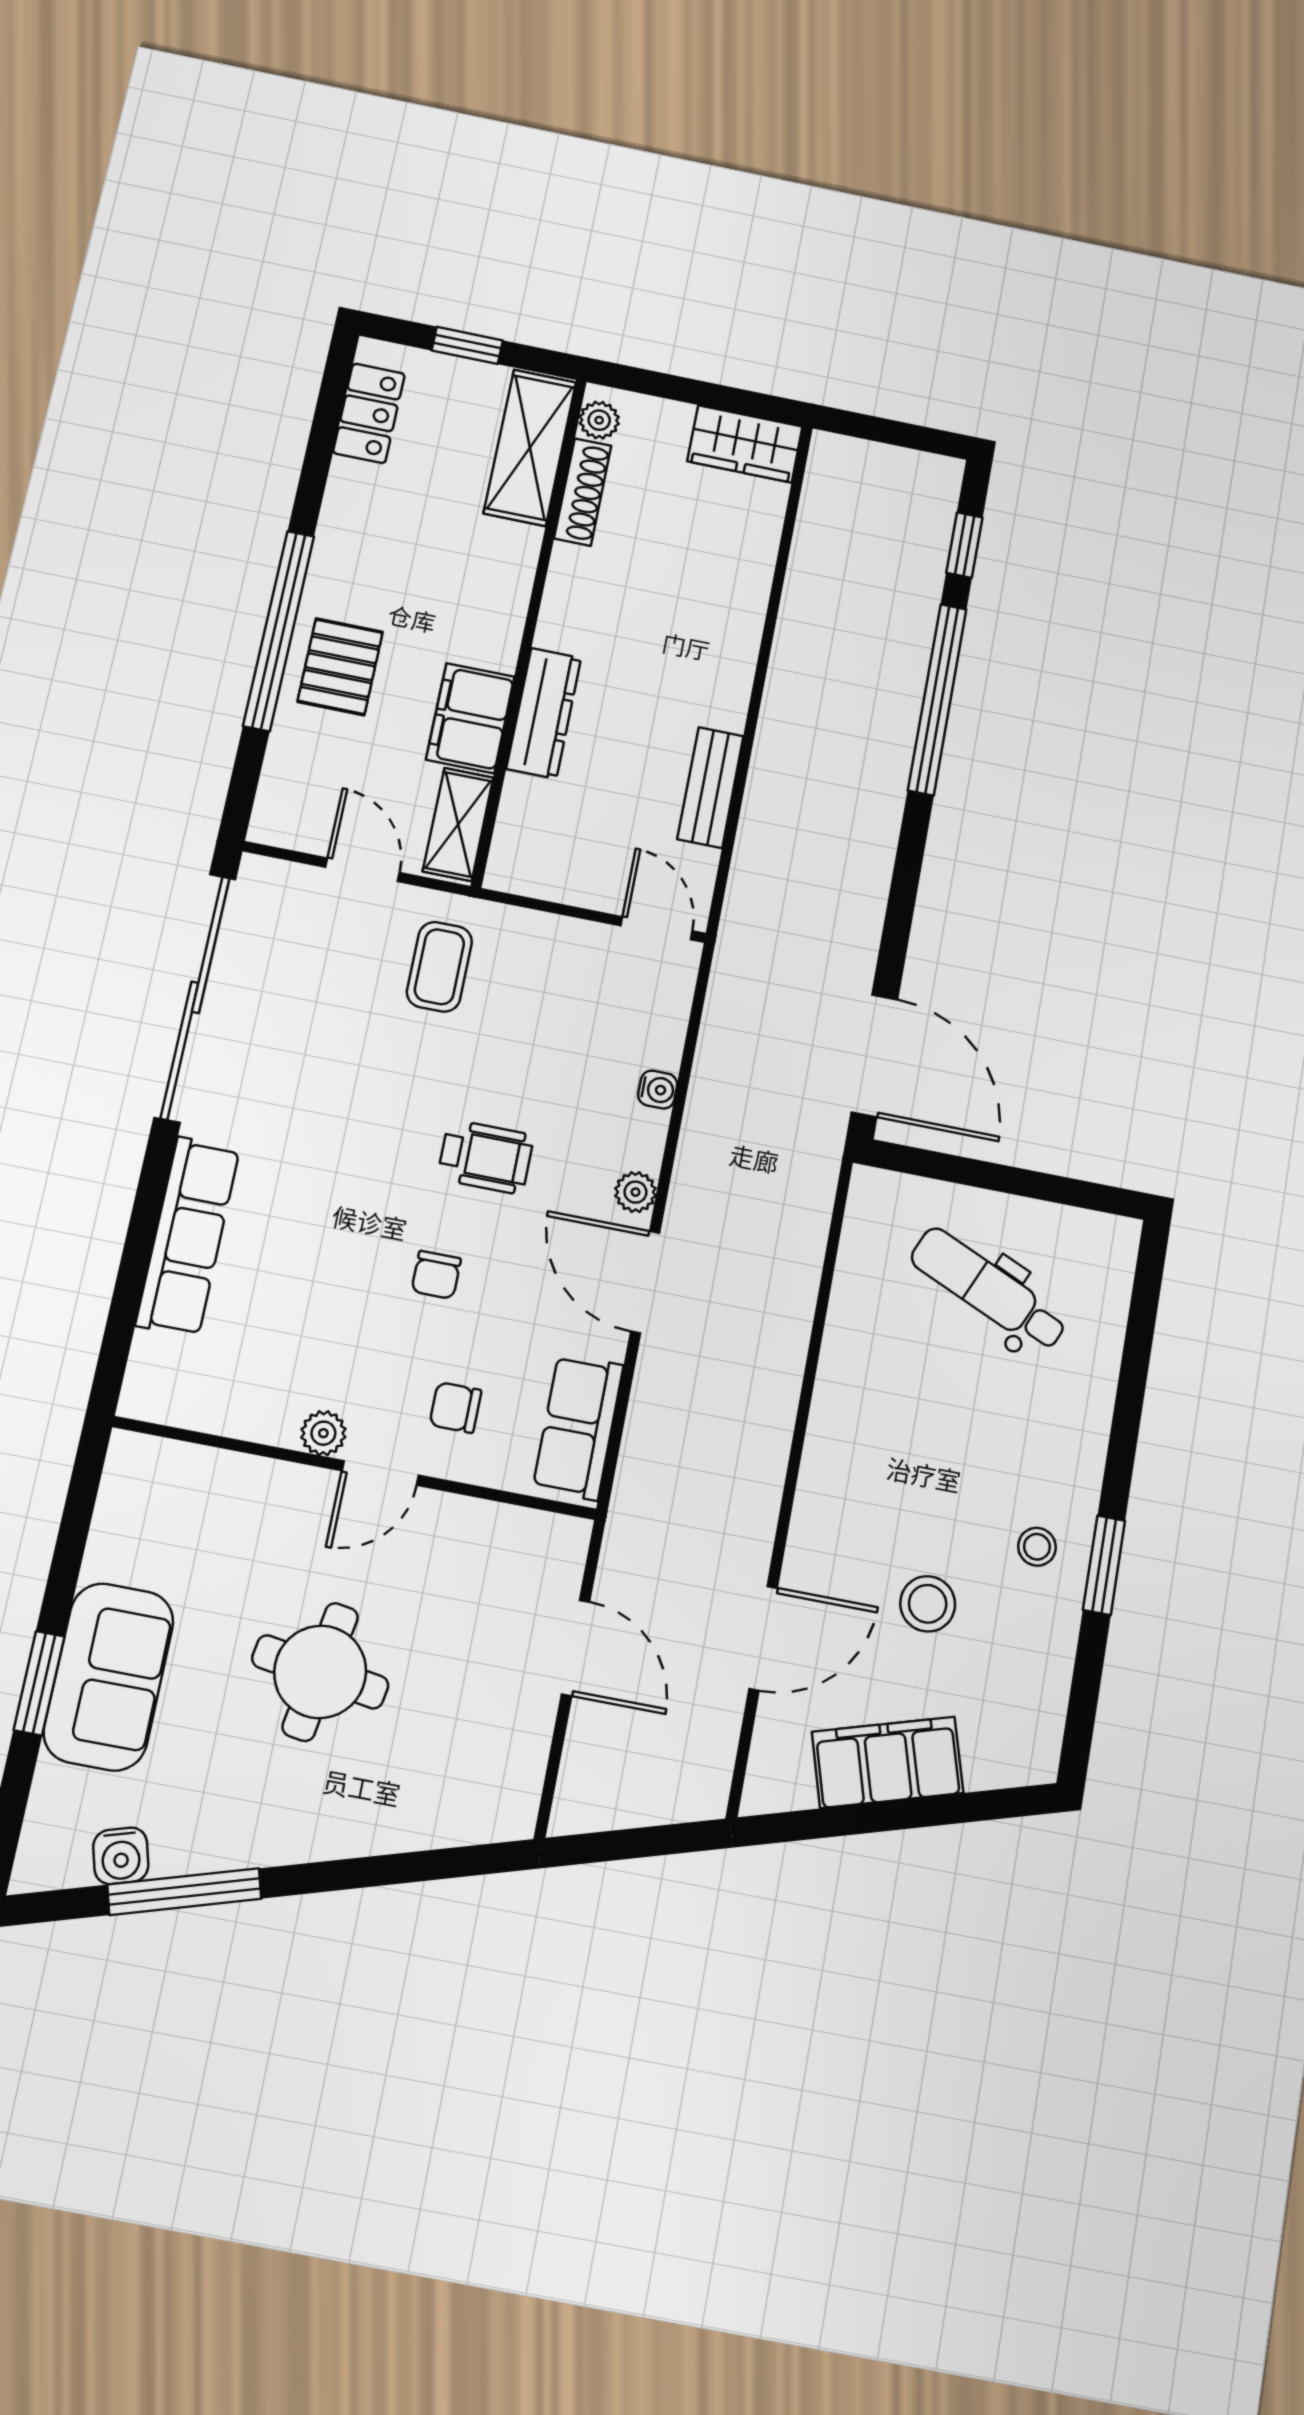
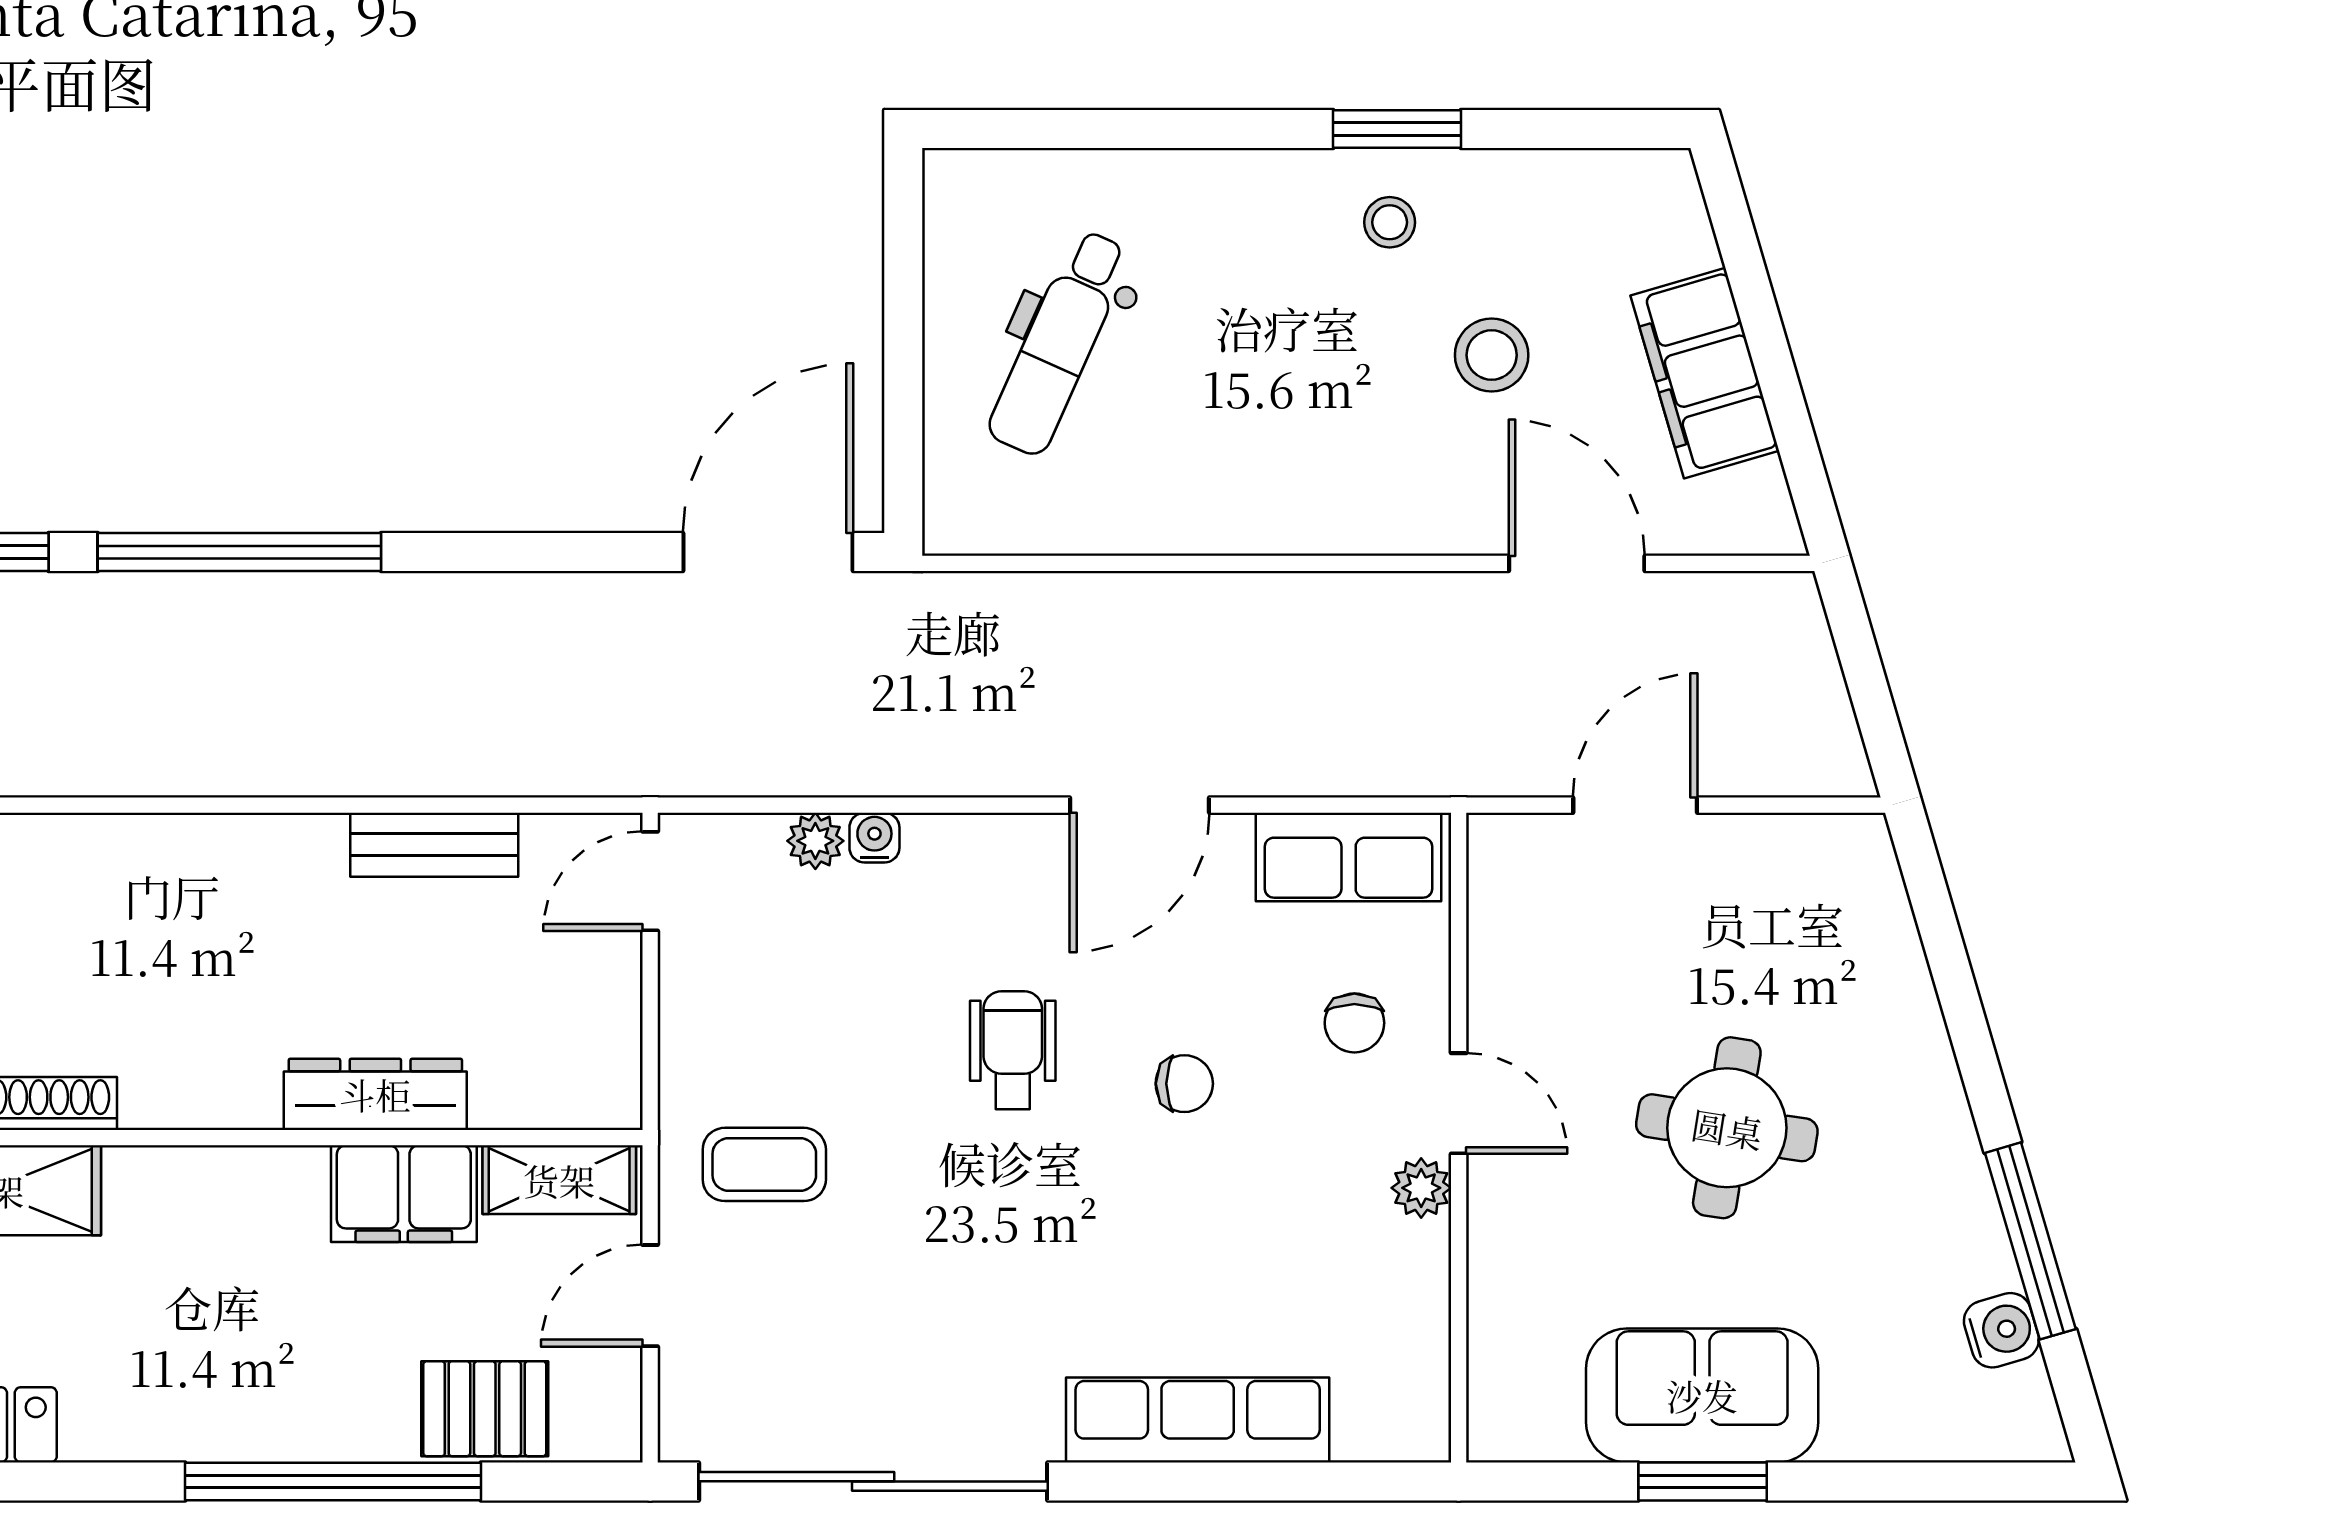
pallet: (340, 667) -> (485, 1409), moved
plant: (635, 1192) -> (815, 841), moved
sofa: (109, 1677) -> (1702, 1395), moved
window: (39, 1683) -> (1703, 1481), moved

